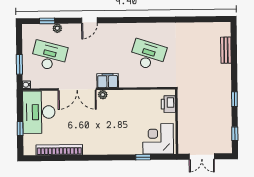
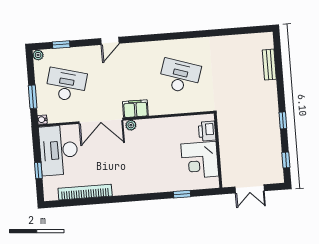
plant: (57, 28) -> (38, 55), moved
corner desk: (158, 139) -> (200, 160), moved, turned -90

